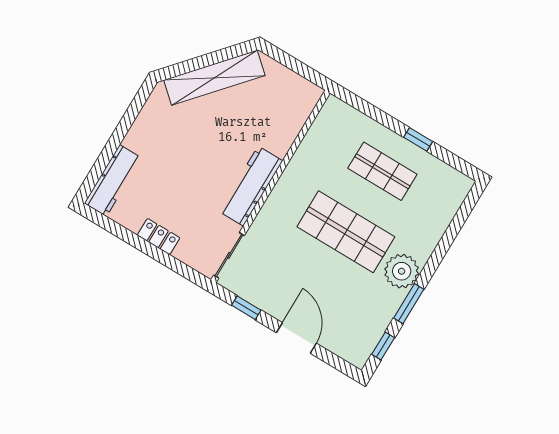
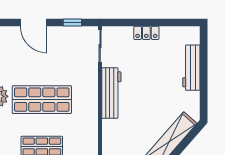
workbench: (113, 181) -> (191, 68), moved

